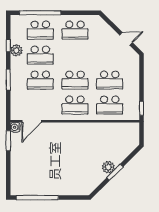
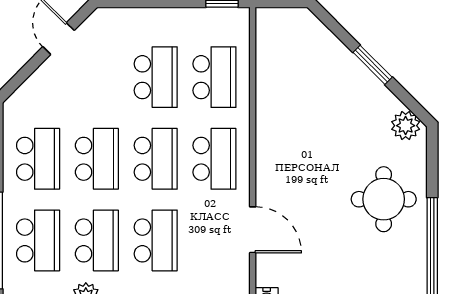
school desk: (75, 55) -> (97, 159), added
door: (32, 121) -> (253, 230), moved
plant: (108, 167) -> (406, 126), moved
round table: (58, 177) -> (384, 199), added

